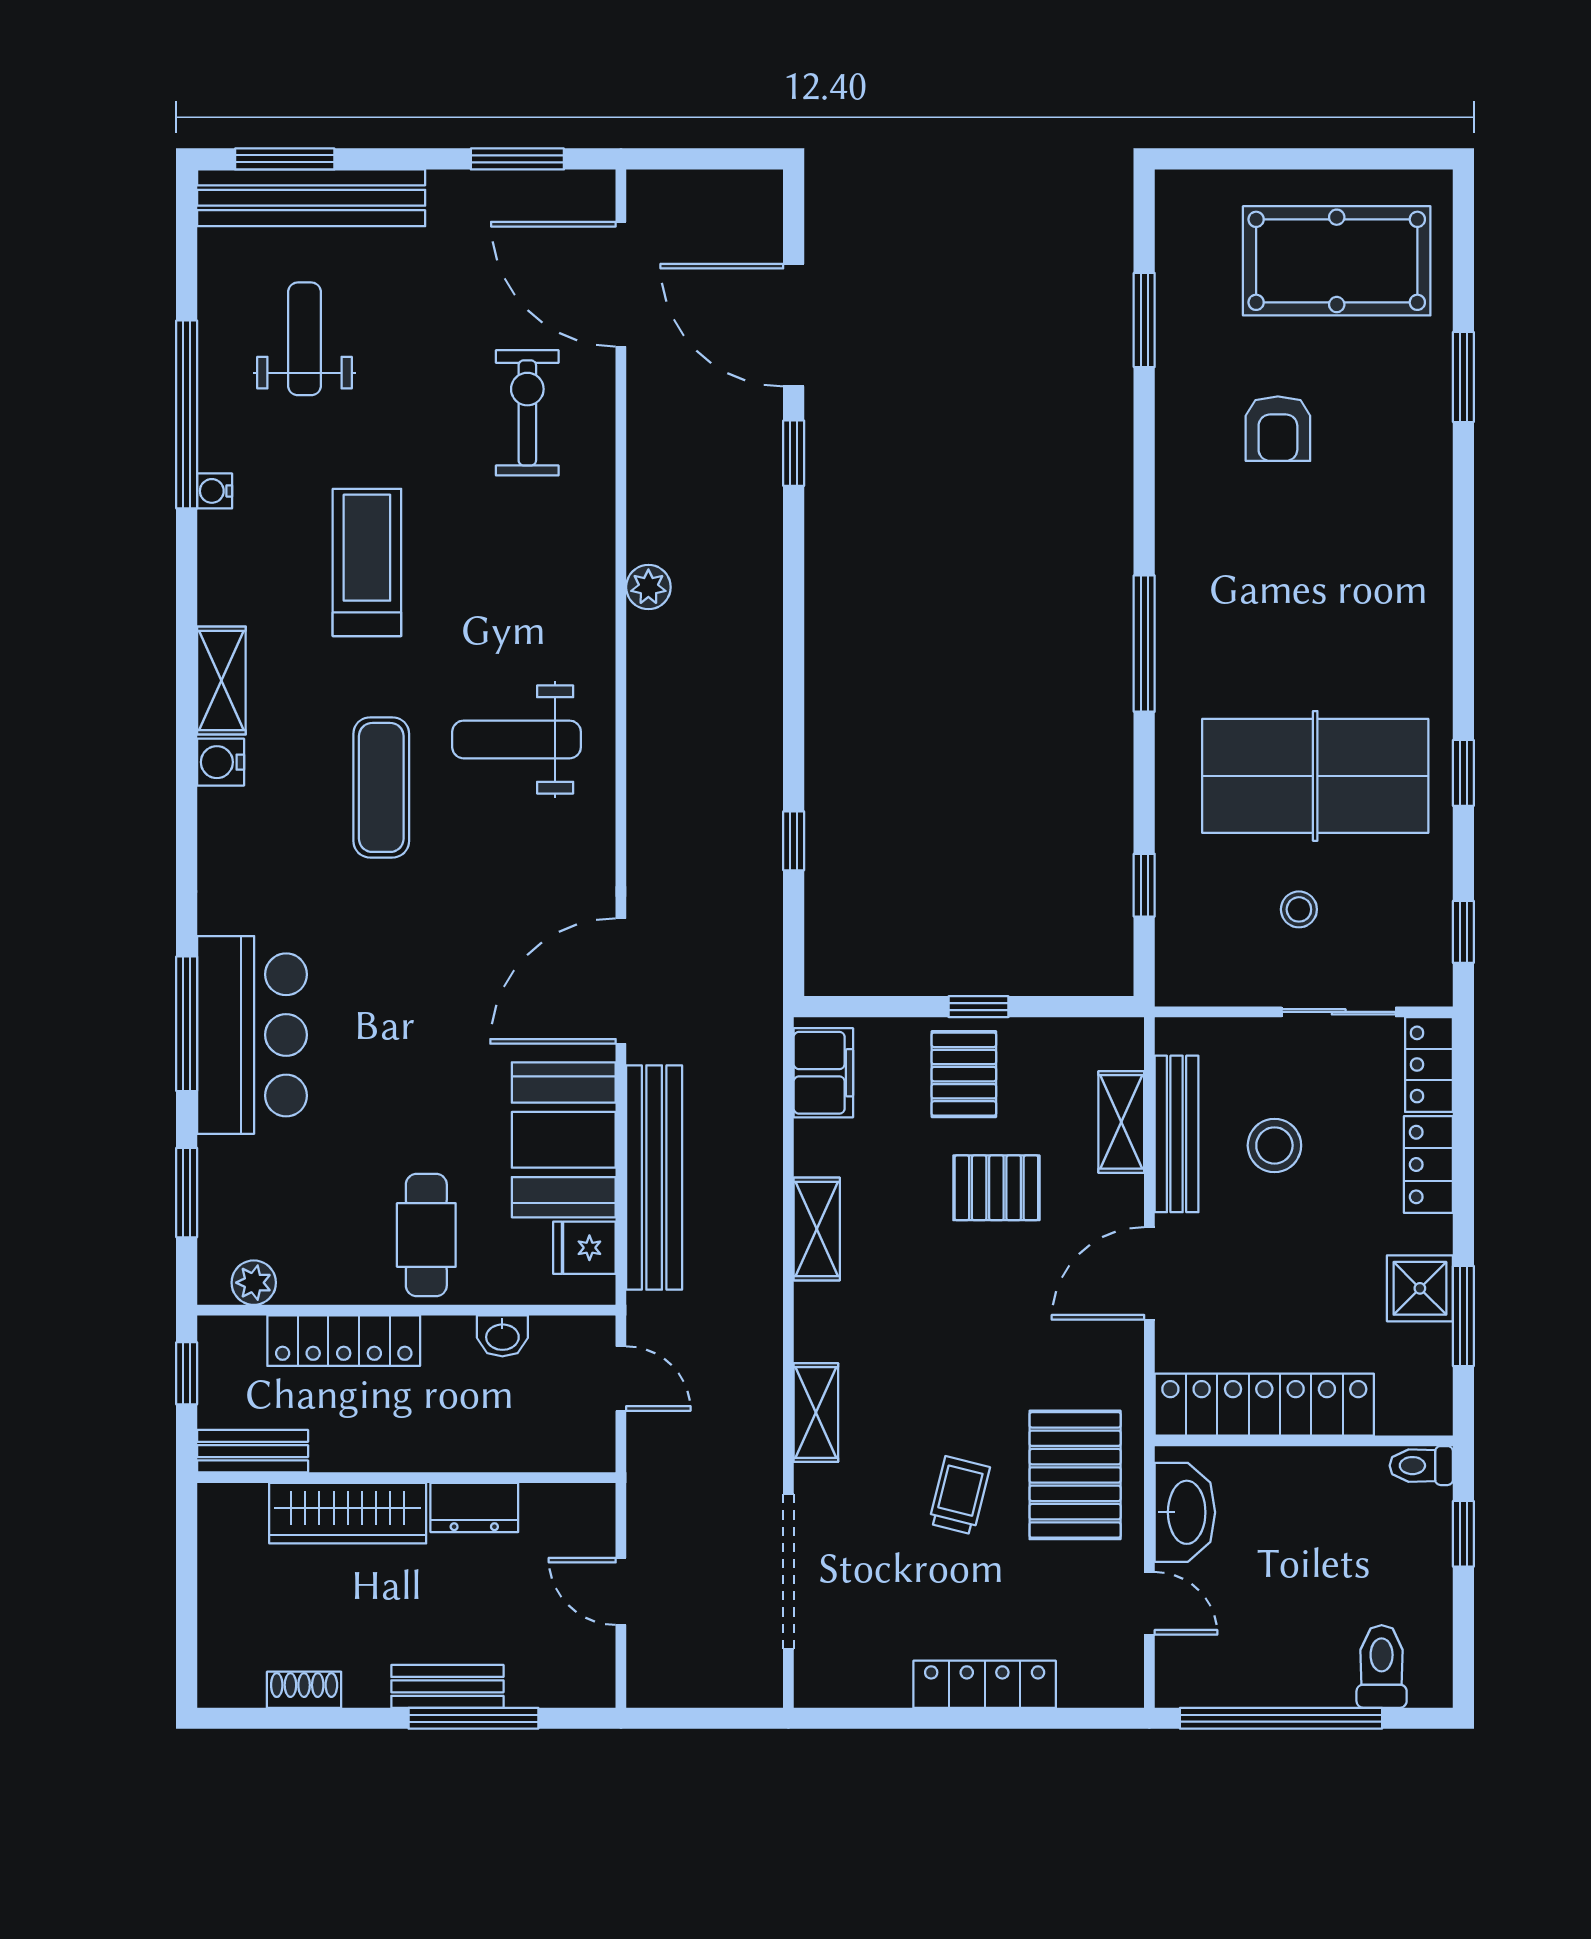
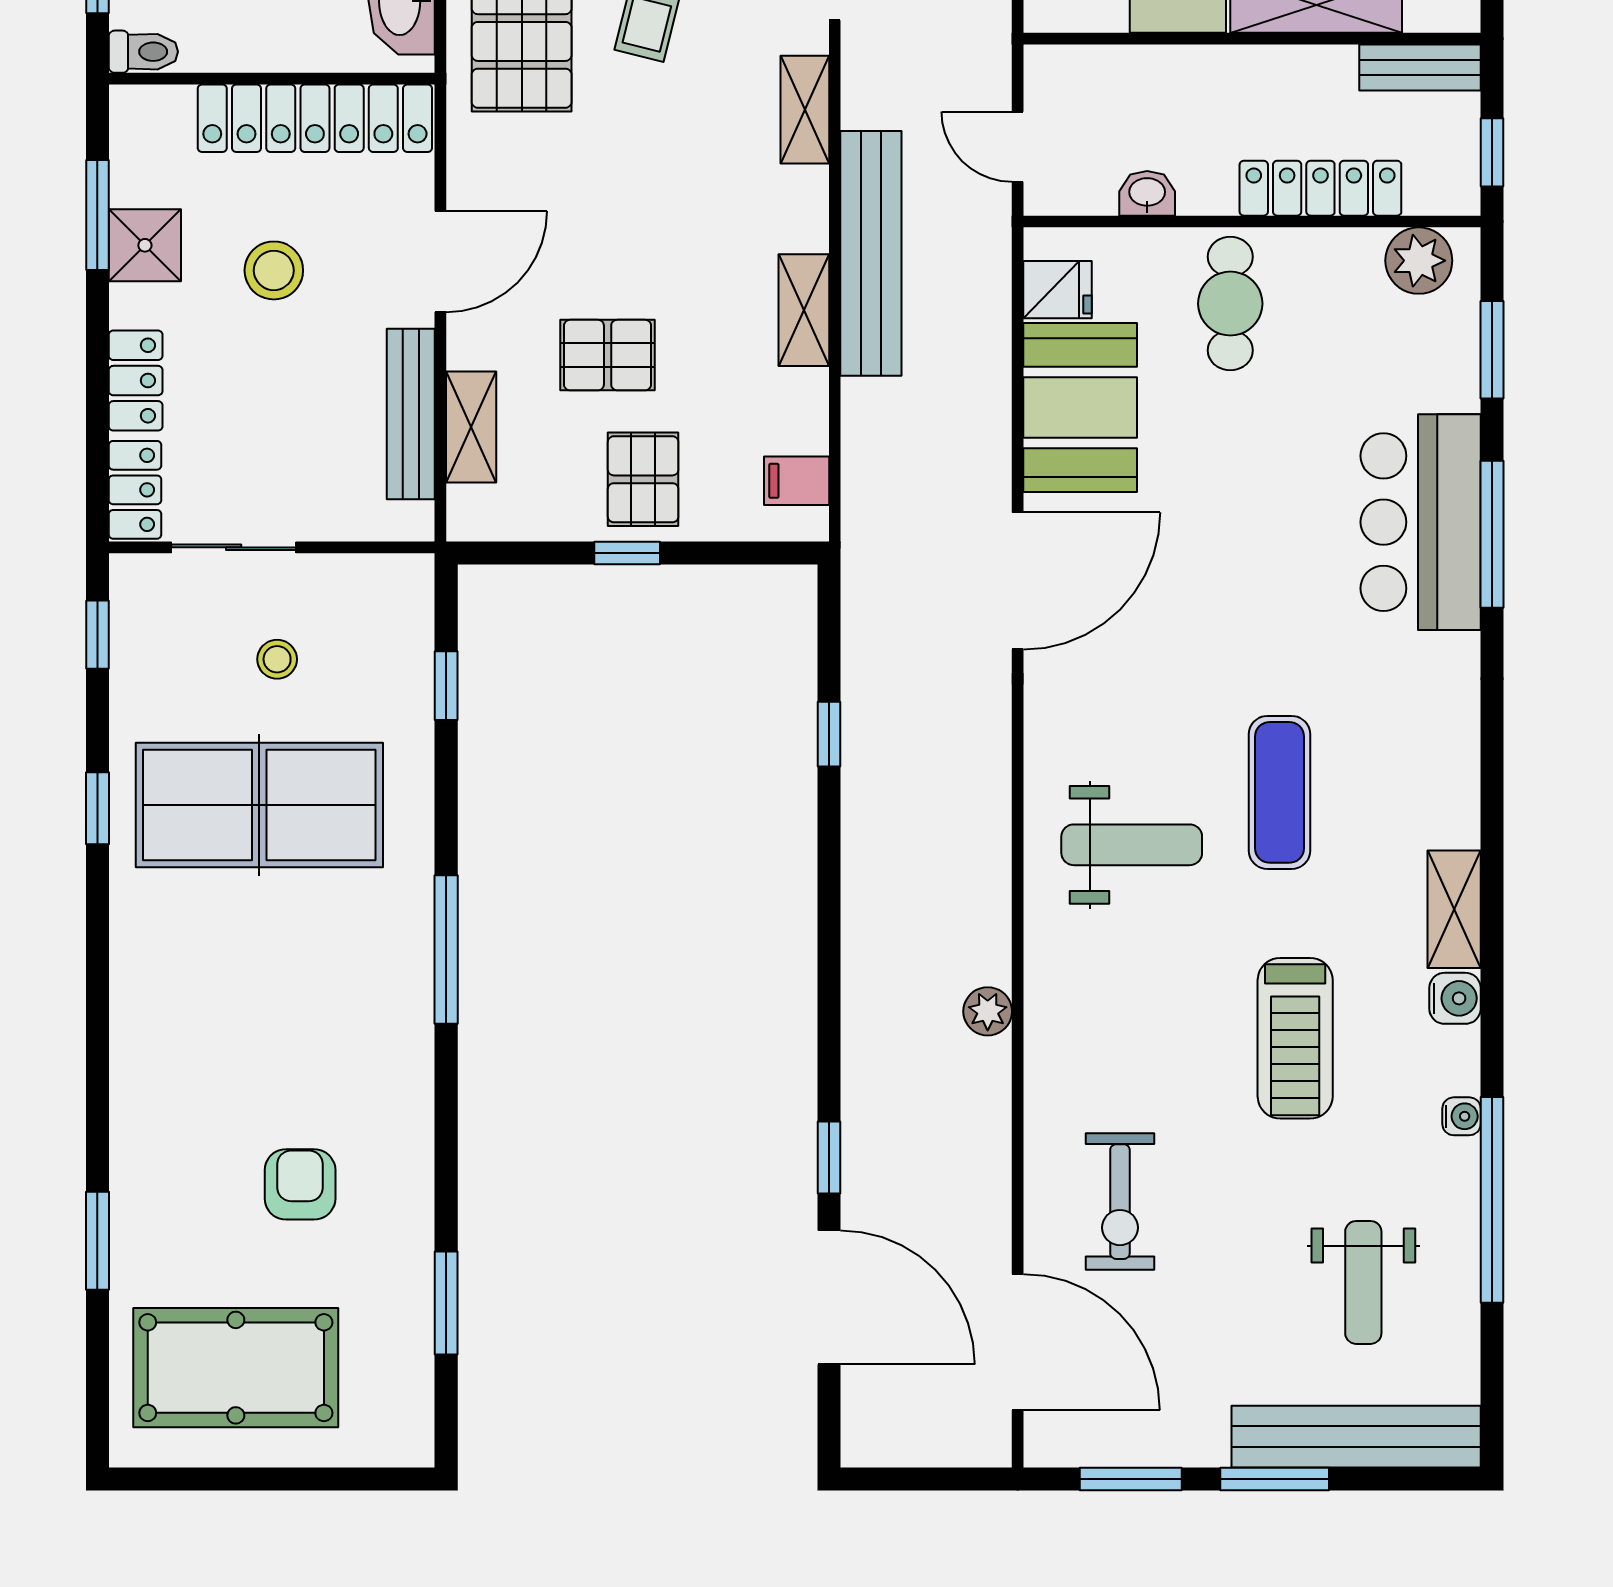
window: (285, 159) -> (1275, 1479), moved
water cooler: (221, 762) -> (1455, 998), moved
filing cabinet: (823, 1073) -> (797, 481), width x0.50
stool: (1274, 1145) -> (274, 270), moved
bench: (654, 1178) -> (871, 253), moved
plant: (254, 1283) -> (1419, 261), width x1.38, depth x1.38

